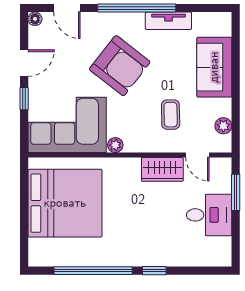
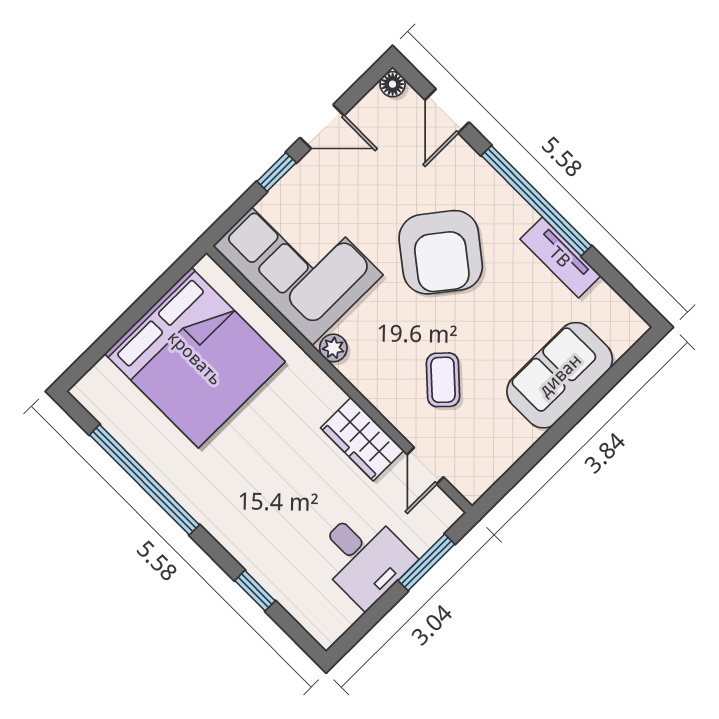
coffee table: (171, 115) -> (443, 380), turned -46
plant: (223, 126) -> (496, 462), removed
window: (154, 271) -> (255, 591), moved

